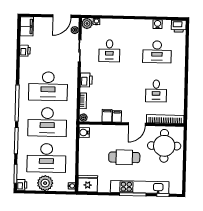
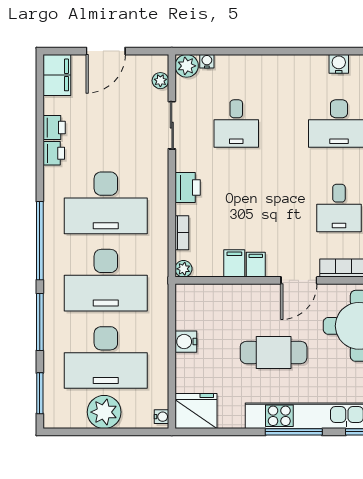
door: (62, 16) -> (106, 51), moved
water cooler: (84, 132) -> (186, 342), moved
printer: (22, 185) -> (54, 153), moved

